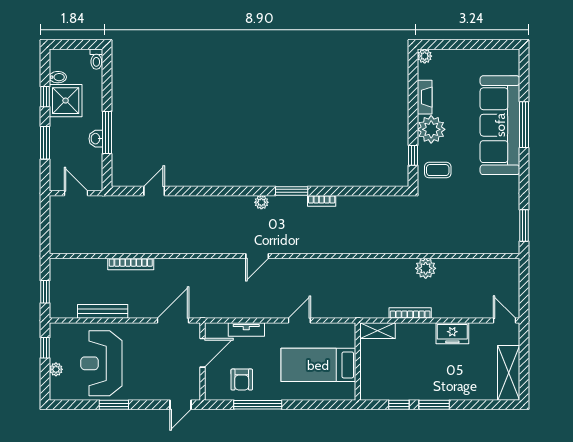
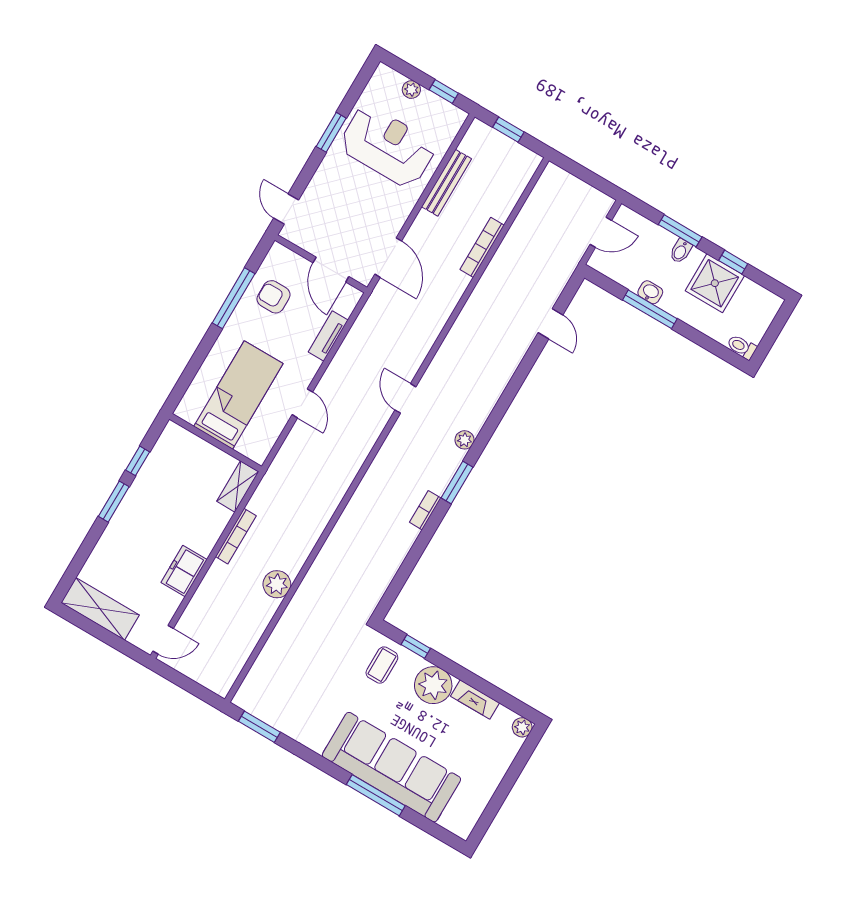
bidet: (58, 77) -> (681, 251), moved

